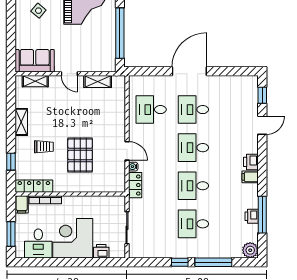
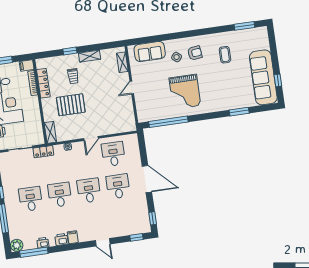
sofa: (35, 61) -> (150, 52), moved, turned 90
window: (241, 71) -> (153, 218), added
shelving: (98, 81) -> (50, 132), moved
door: (262, 125) -> (103, 242), moved
door: (127, 151) -> (91, 138), moved
window: (11, 162) -> (70, 51), moved
printer: (251, 162) -> (61, 239), moved
locker: (135, 185) -> (43, 152), moved
locker: (34, 186) -> (43, 83), moved
window: (262, 215) -> (34, 252), moved

